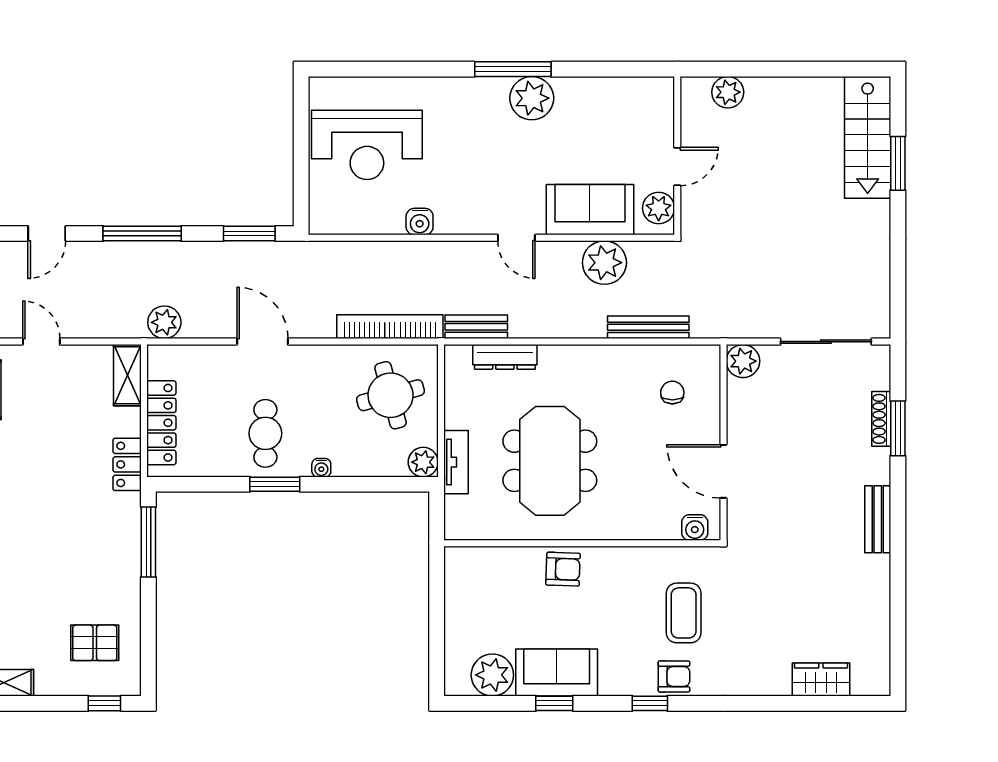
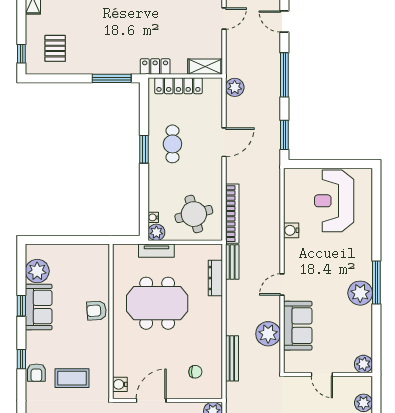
plant: (659, 208) -> (363, 364), moved
cafe table: (265, 433) -> (172, 144), turned 90
water cooler: (321, 468) -> (153, 217), moved
armchair: (563, 569) -> (96, 311), turned 84

